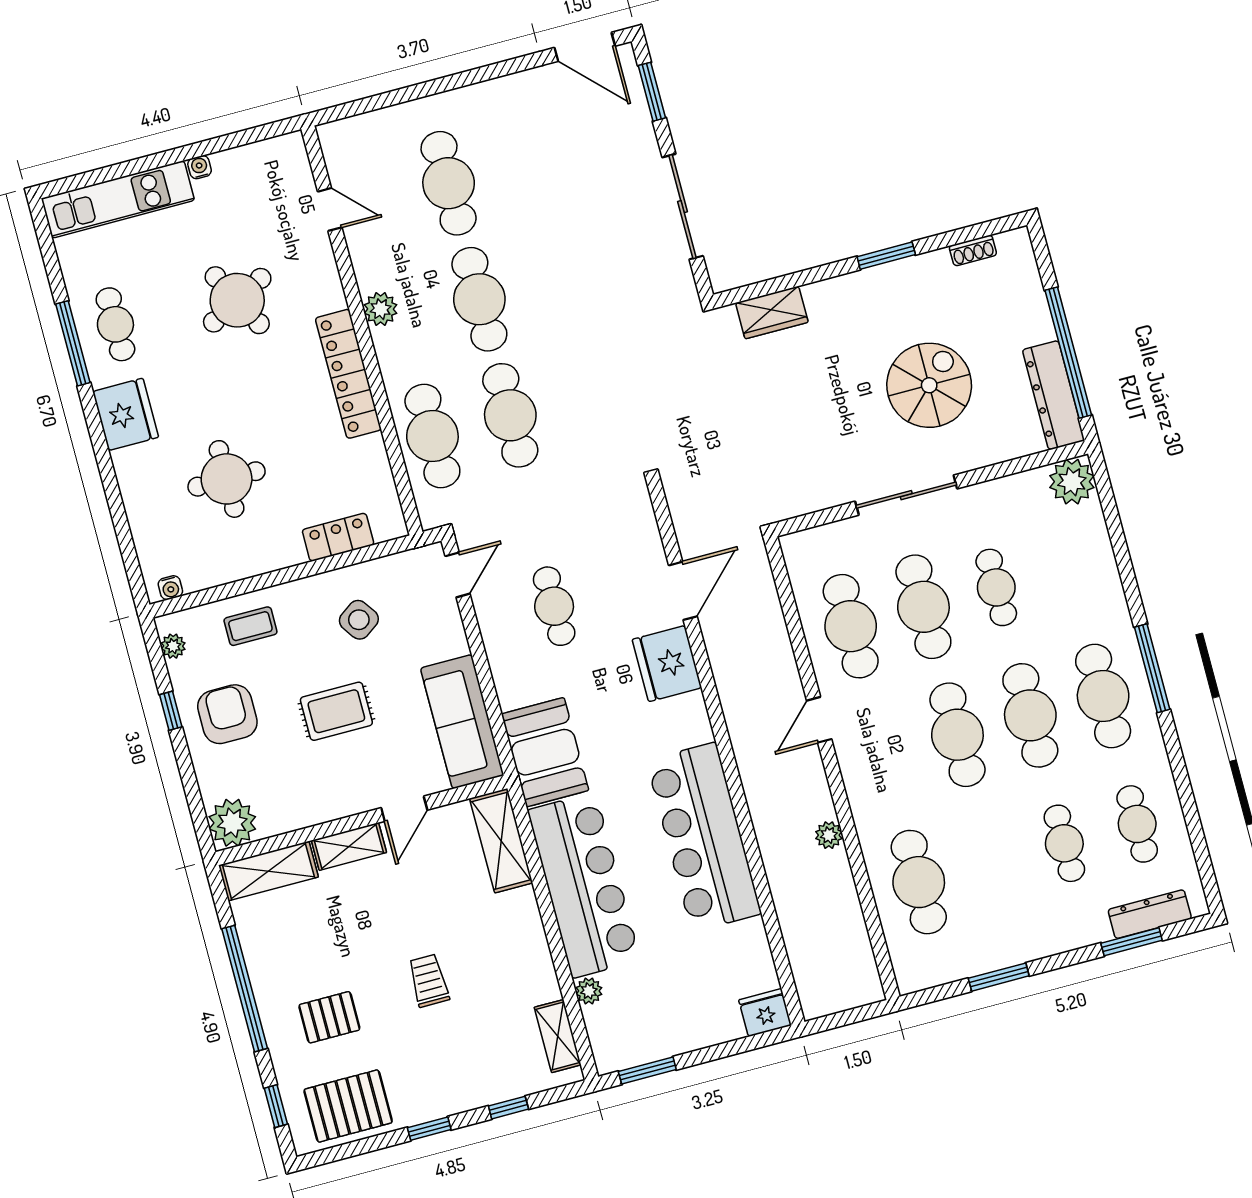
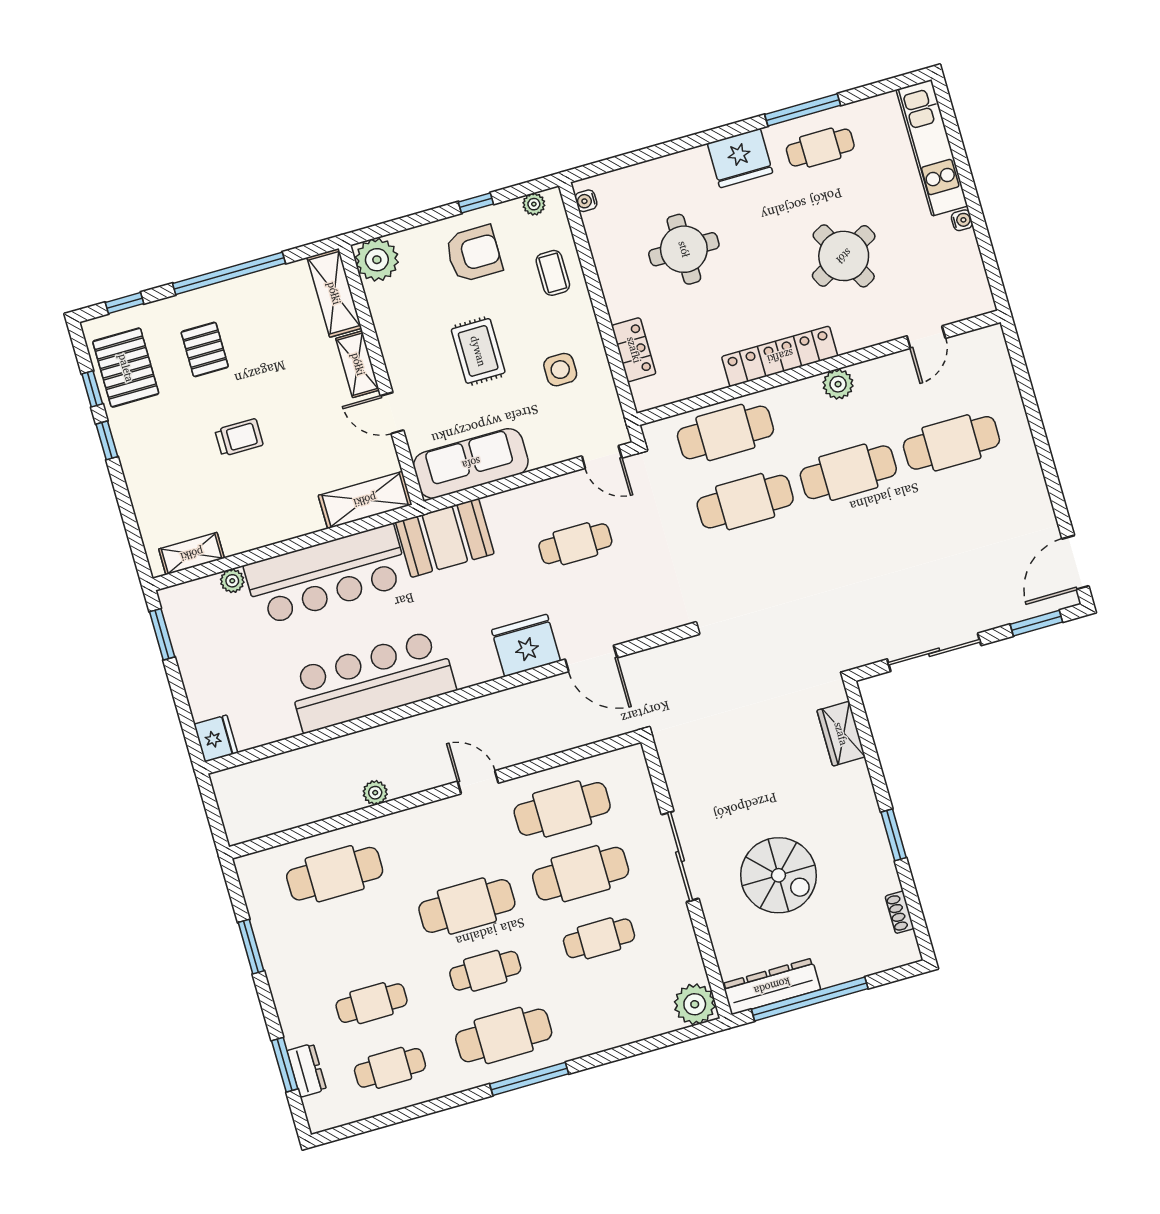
side table: (359, 620) -> (560, 370), turned 35
cafe table: (1030, 715) -> (485, 971), width x0.73, depth x0.74
dresser: (1150, 914) -> (307, 1070), width x0.70
window: (508, 1108) -> (92, 389), moved

